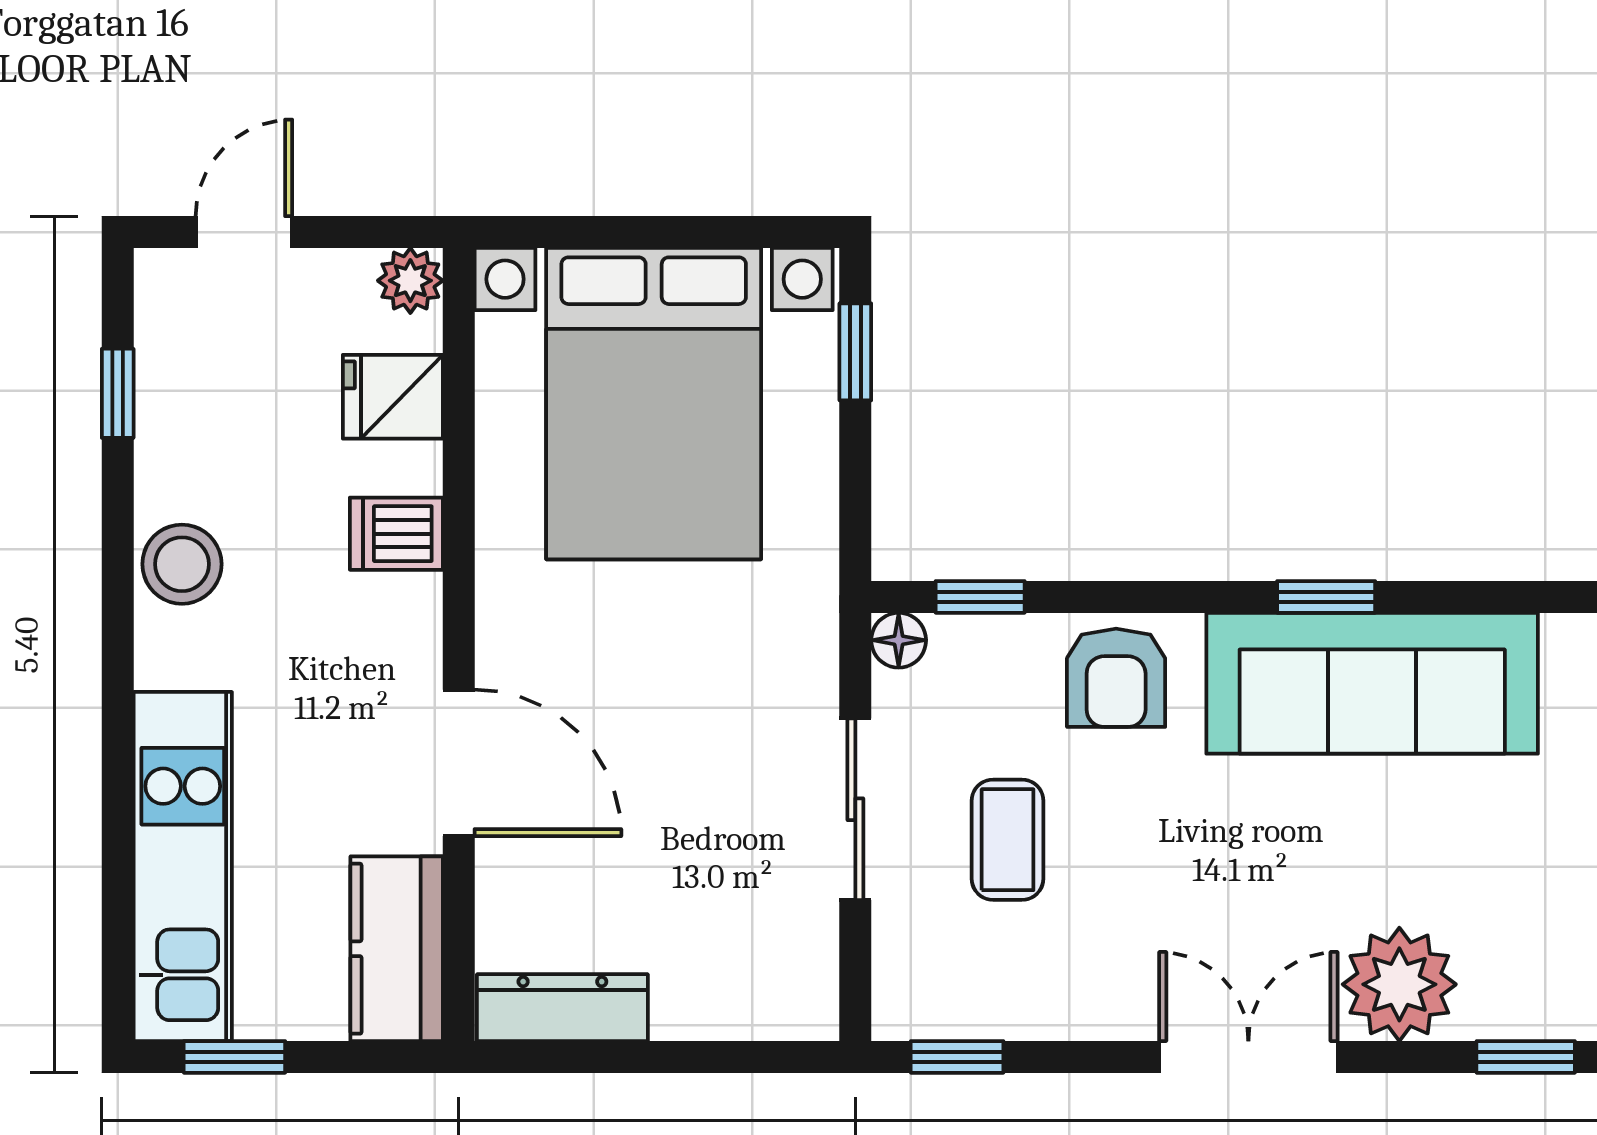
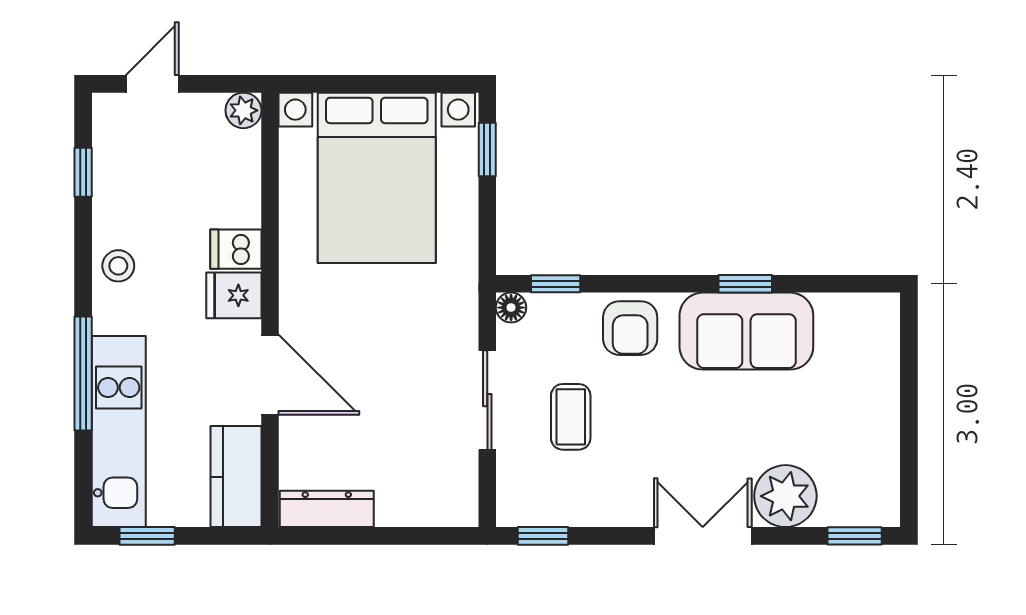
fridge: (393, 397) -> (234, 295), moved
stool: (182, 564) -> (118, 266), width x0.73, depth x0.73
sofa: (1372, 683) -> (746, 331), width x0.73
window: (118, 761) -> (83, 374), added

